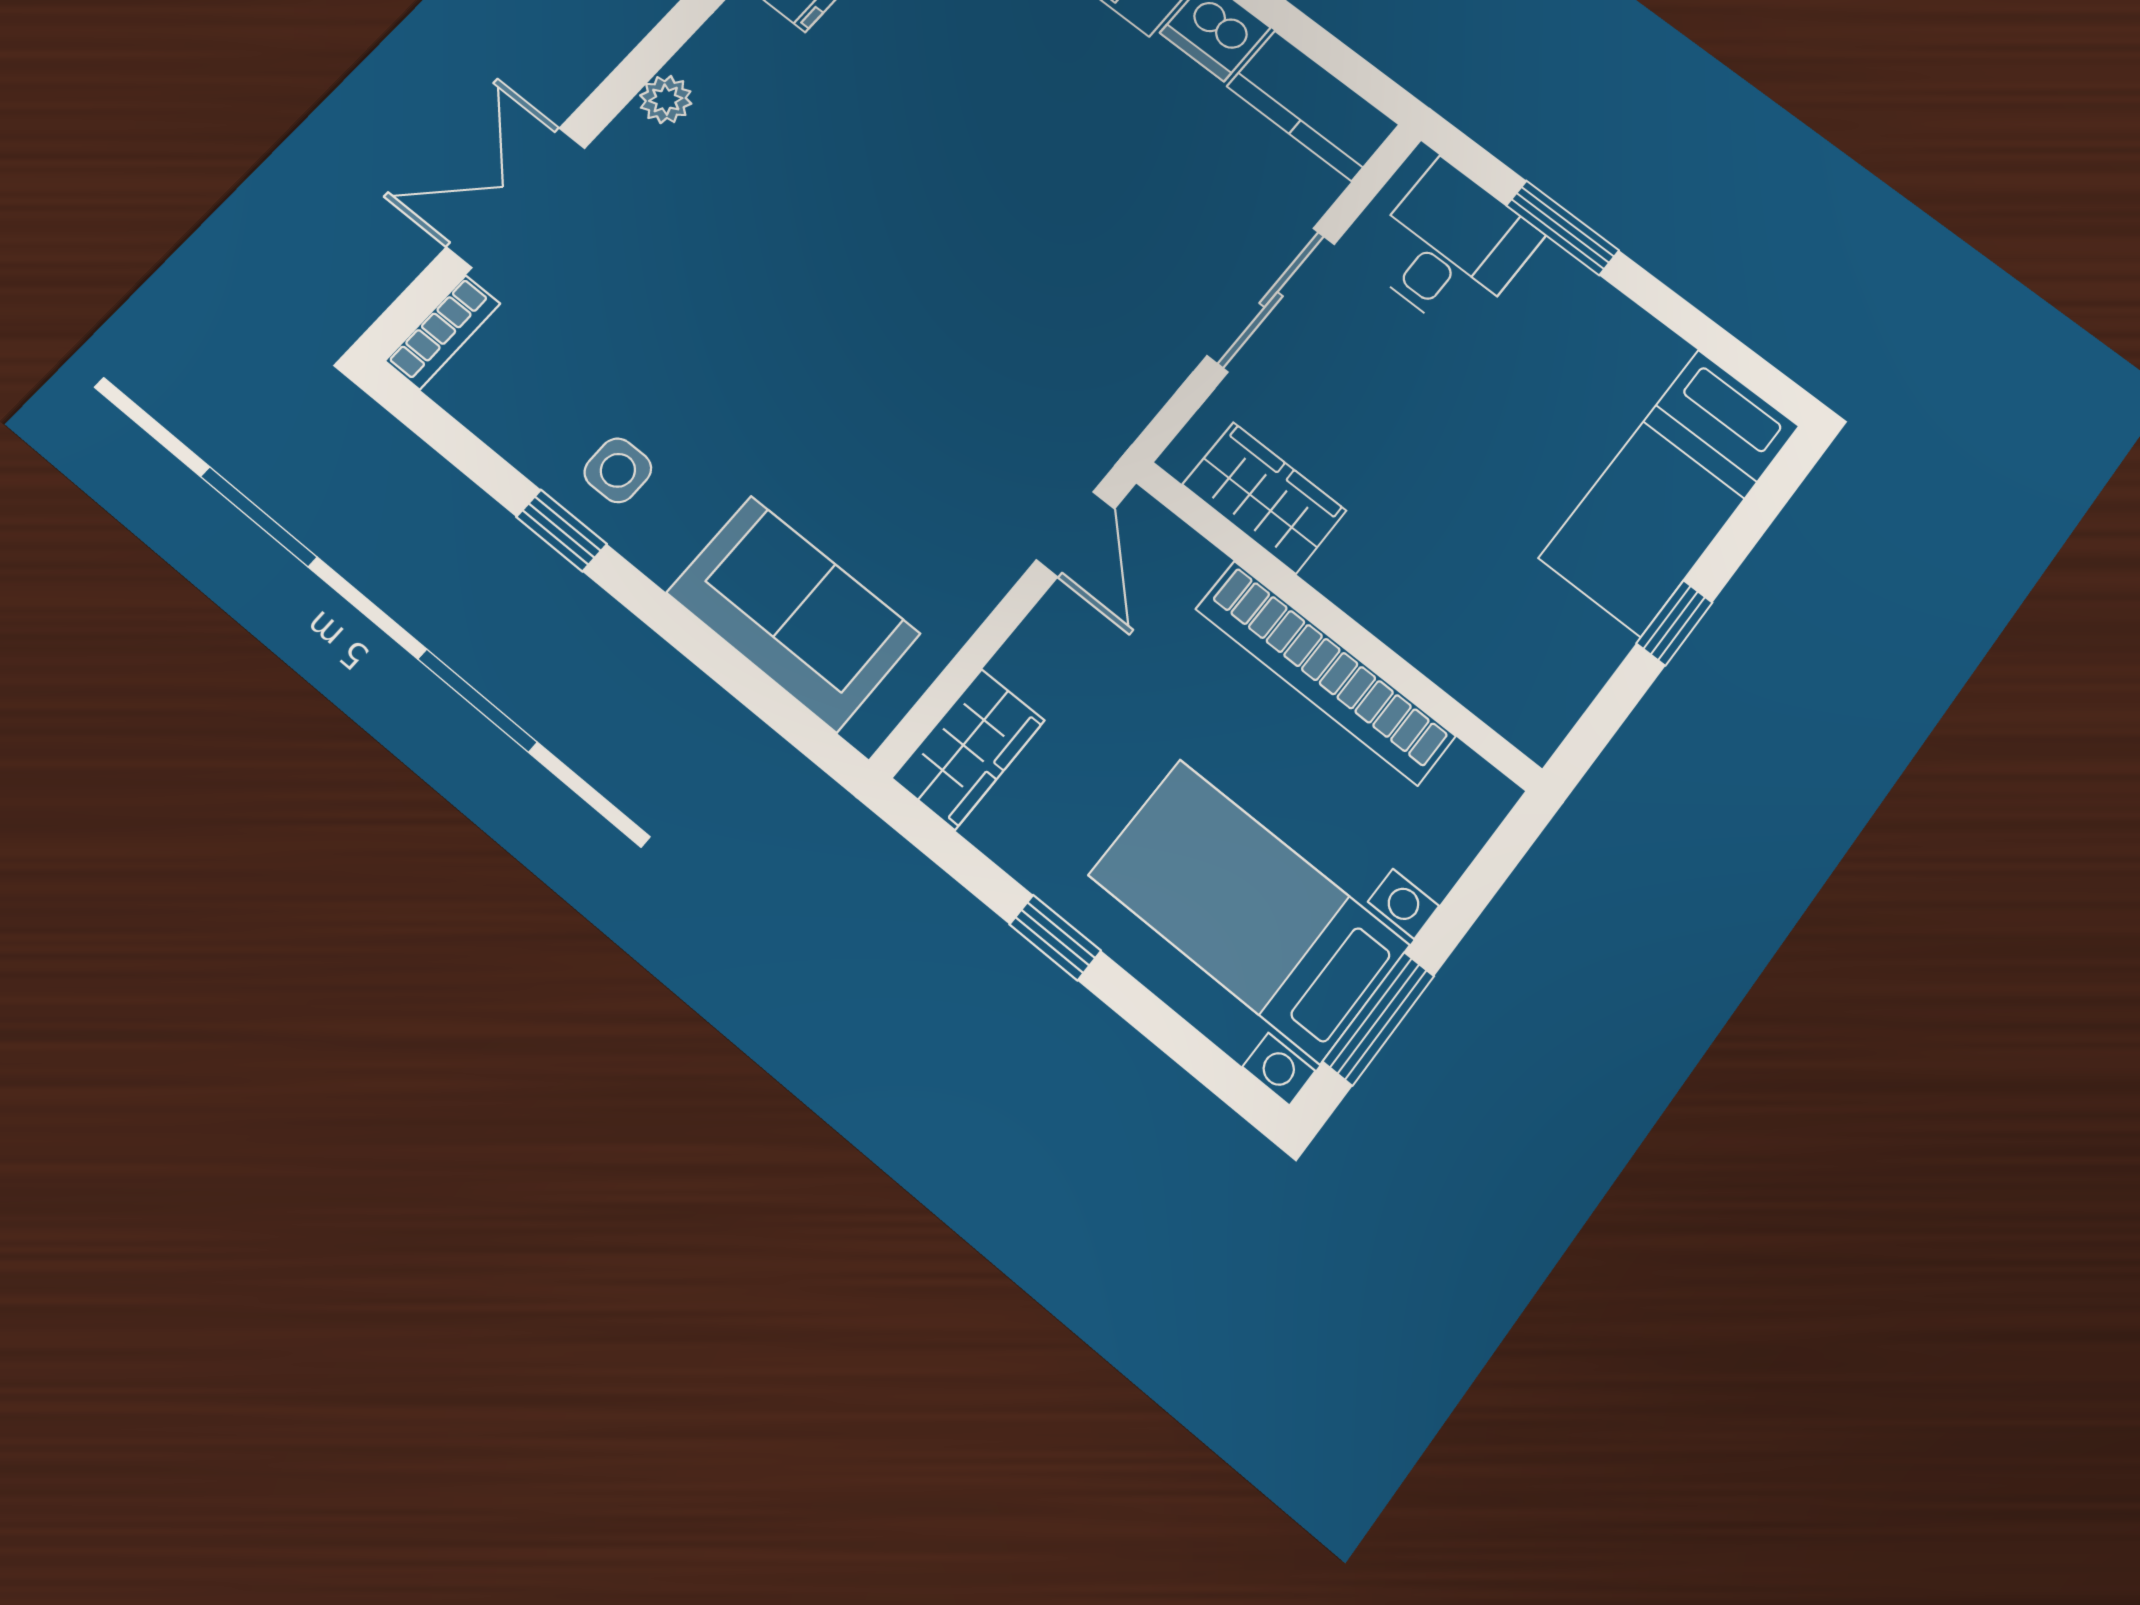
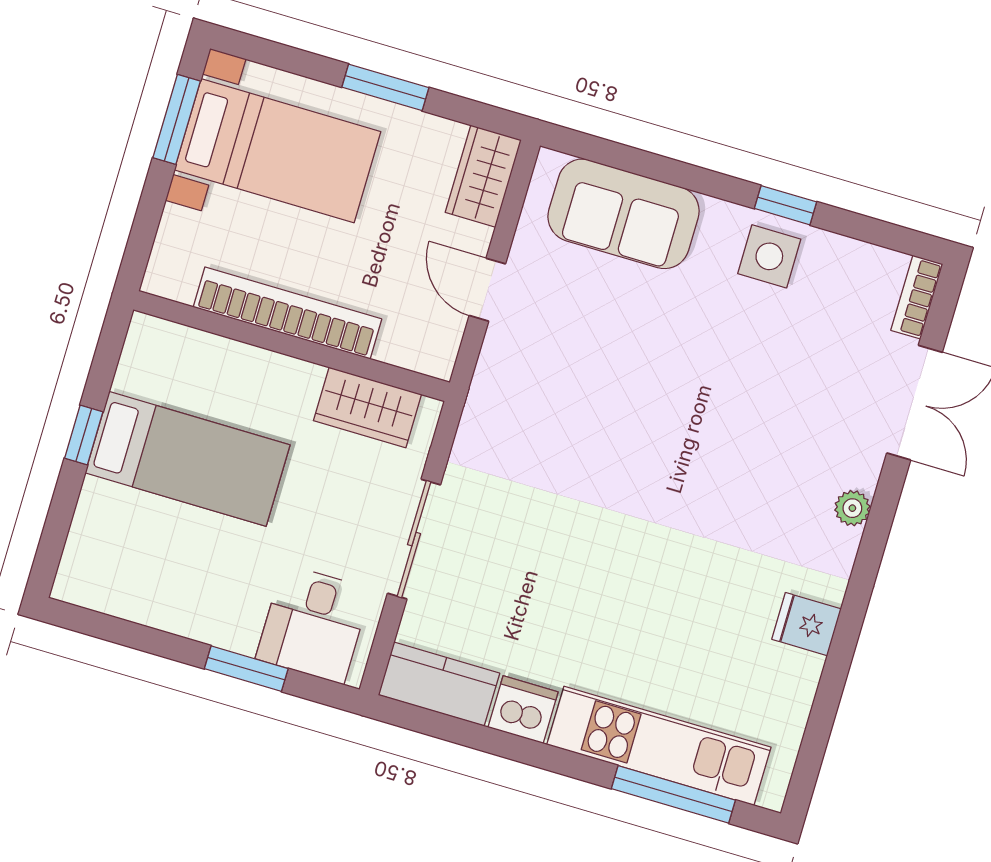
side table: (618, 470) -> (769, 256), width x1.37, depth x1.37
bed: (1670, 491) -> (188, 459), moved, turned 90
door: (1075, 534) -> (487, 290), moved
window: (1055, 938) -> (385, 87), width x1.50

